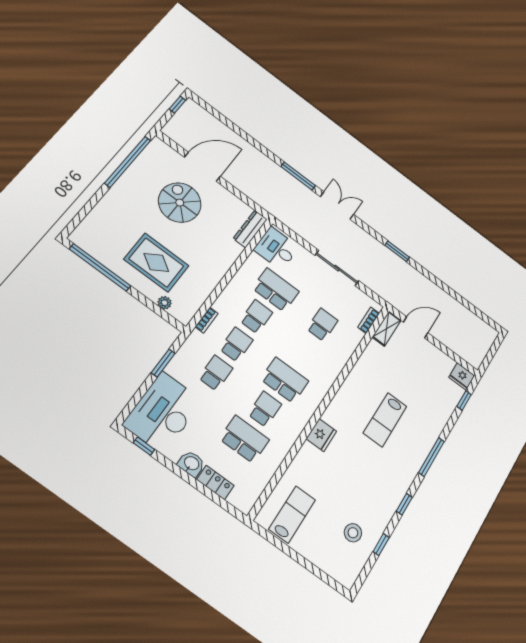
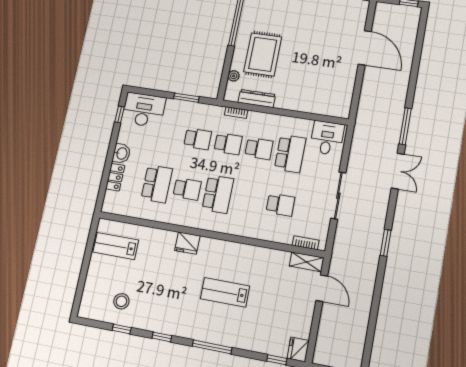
spiral stairs: (180, 203) -> (323, 46), removed
dresser: (250, 229) -> (257, 98), moved
desk: (163, 413) -> (143, 110), width x0.73, depth x0.77
lab bench: (292, 514) -> (116, 246), turned 180

